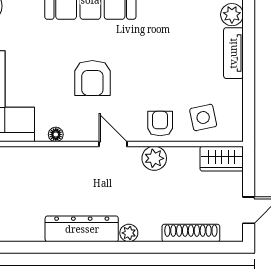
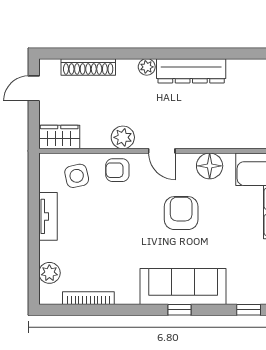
tv unit: (233, 53) -> (48, 216), moved
armchair: (160, 124) -> (117, 170), turned 90
floor lamp: (56, 134) -> (210, 166), width x1.89, depth x1.89

